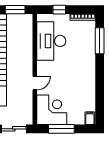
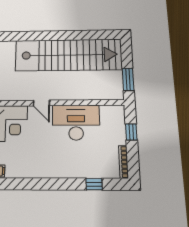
desk: (51, 41) -> (76, 123), moved
window: (100, 41) -> (94, 184), width x0.46

